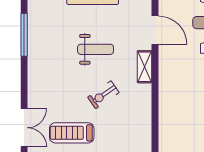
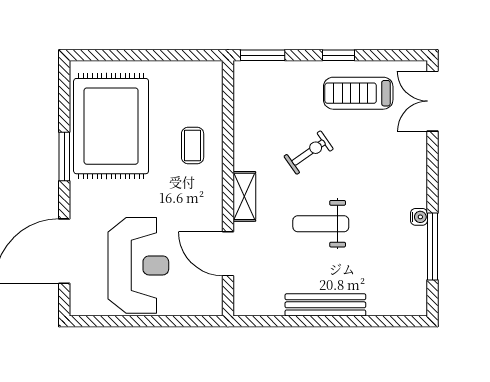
water cooler: (33, 54) -> (419, 217), added
coffee table: (178, 99) -> (193, 145), added
treadmill: (72, 133) -> (358, 93), turned 180

